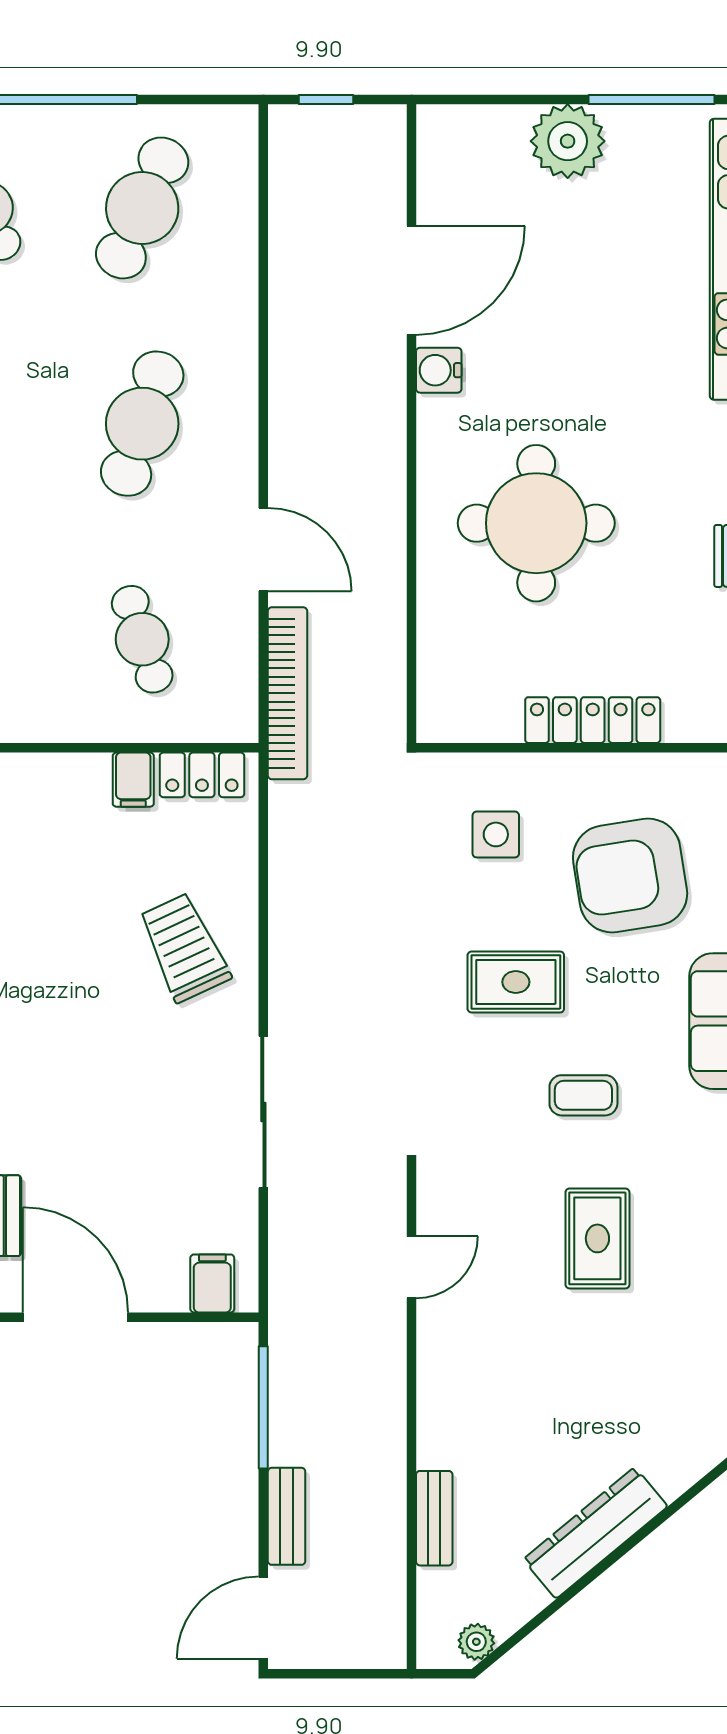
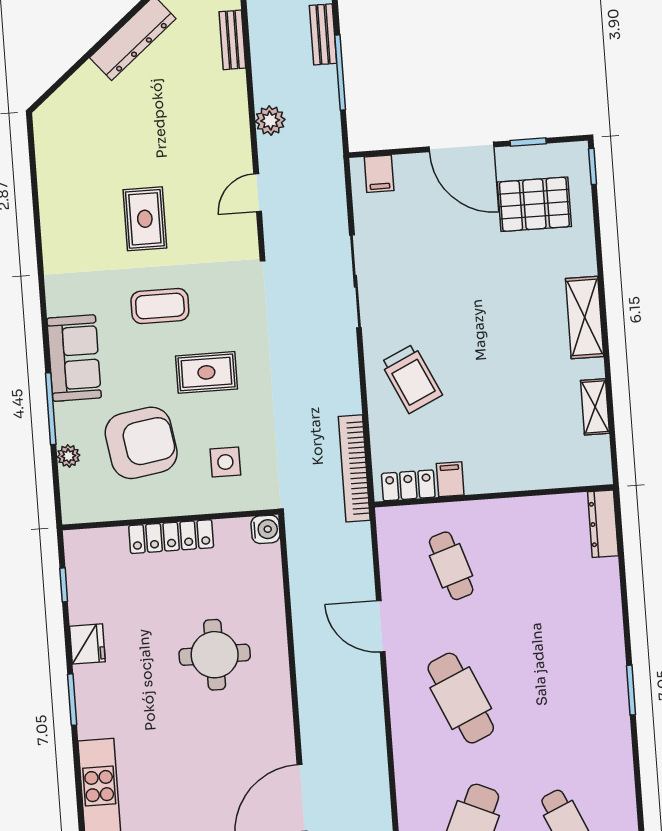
water cooler: (439, 370) -> (265, 529), moved
cafe table: (142, 424) -> (461, 698), turned -42
round table: (536, 523) -> (215, 655), width x0.73, depth x0.73
bookcase: (288, 693) -> (354, 468), moved
coffee table: (583, 1095) -> (160, 306), width x1.36, depth x1.30
plant: (383, 1383) -> (270, 120), added
window: (263, 1407) -> (340, 72), moved

